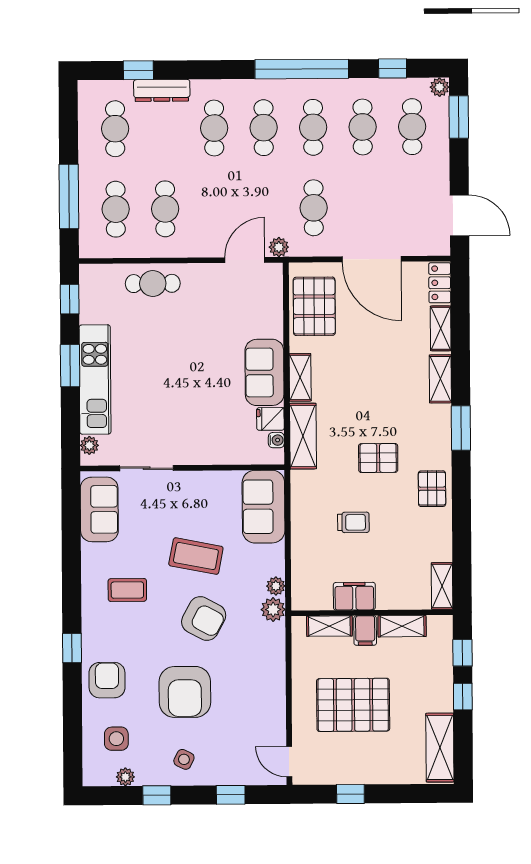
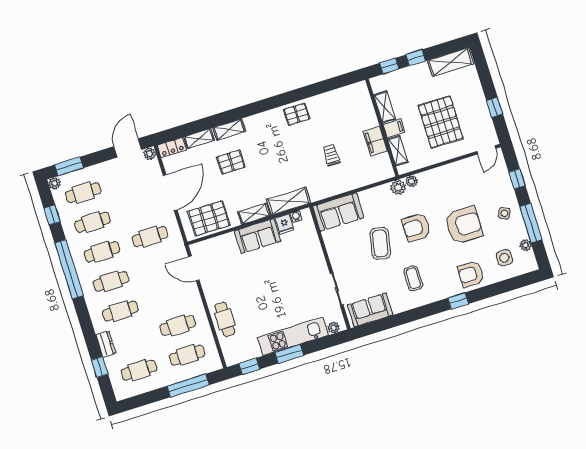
dresser: (162, 90) -> (106, 344), width x0.70
plant: (279, 247) -> (150, 154), moved
window: (461, 428) -> (255, 108), removed
pallet: (378, 458) -> (231, 162), moved, turned 90
plant: (276, 586) -> (412, 181), moved
shelving: (442, 586) -> (353, 90), removed
armchair: (204, 619) -> (416, 227), turned -118
window: (157, 795) -> (531, 223), width x2.17

